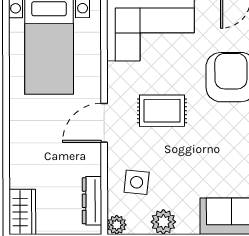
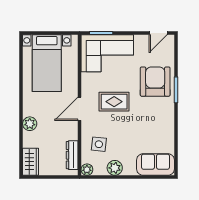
plant: (21, 148) -> (30, 124), added

